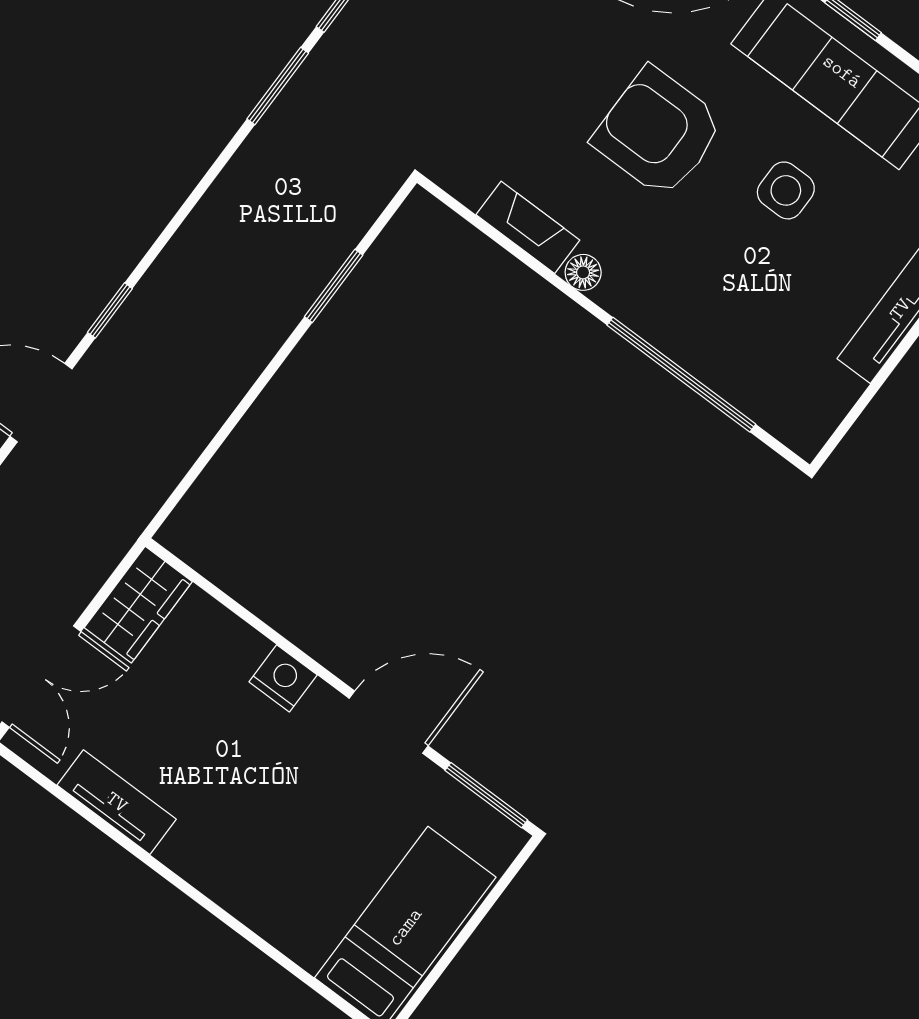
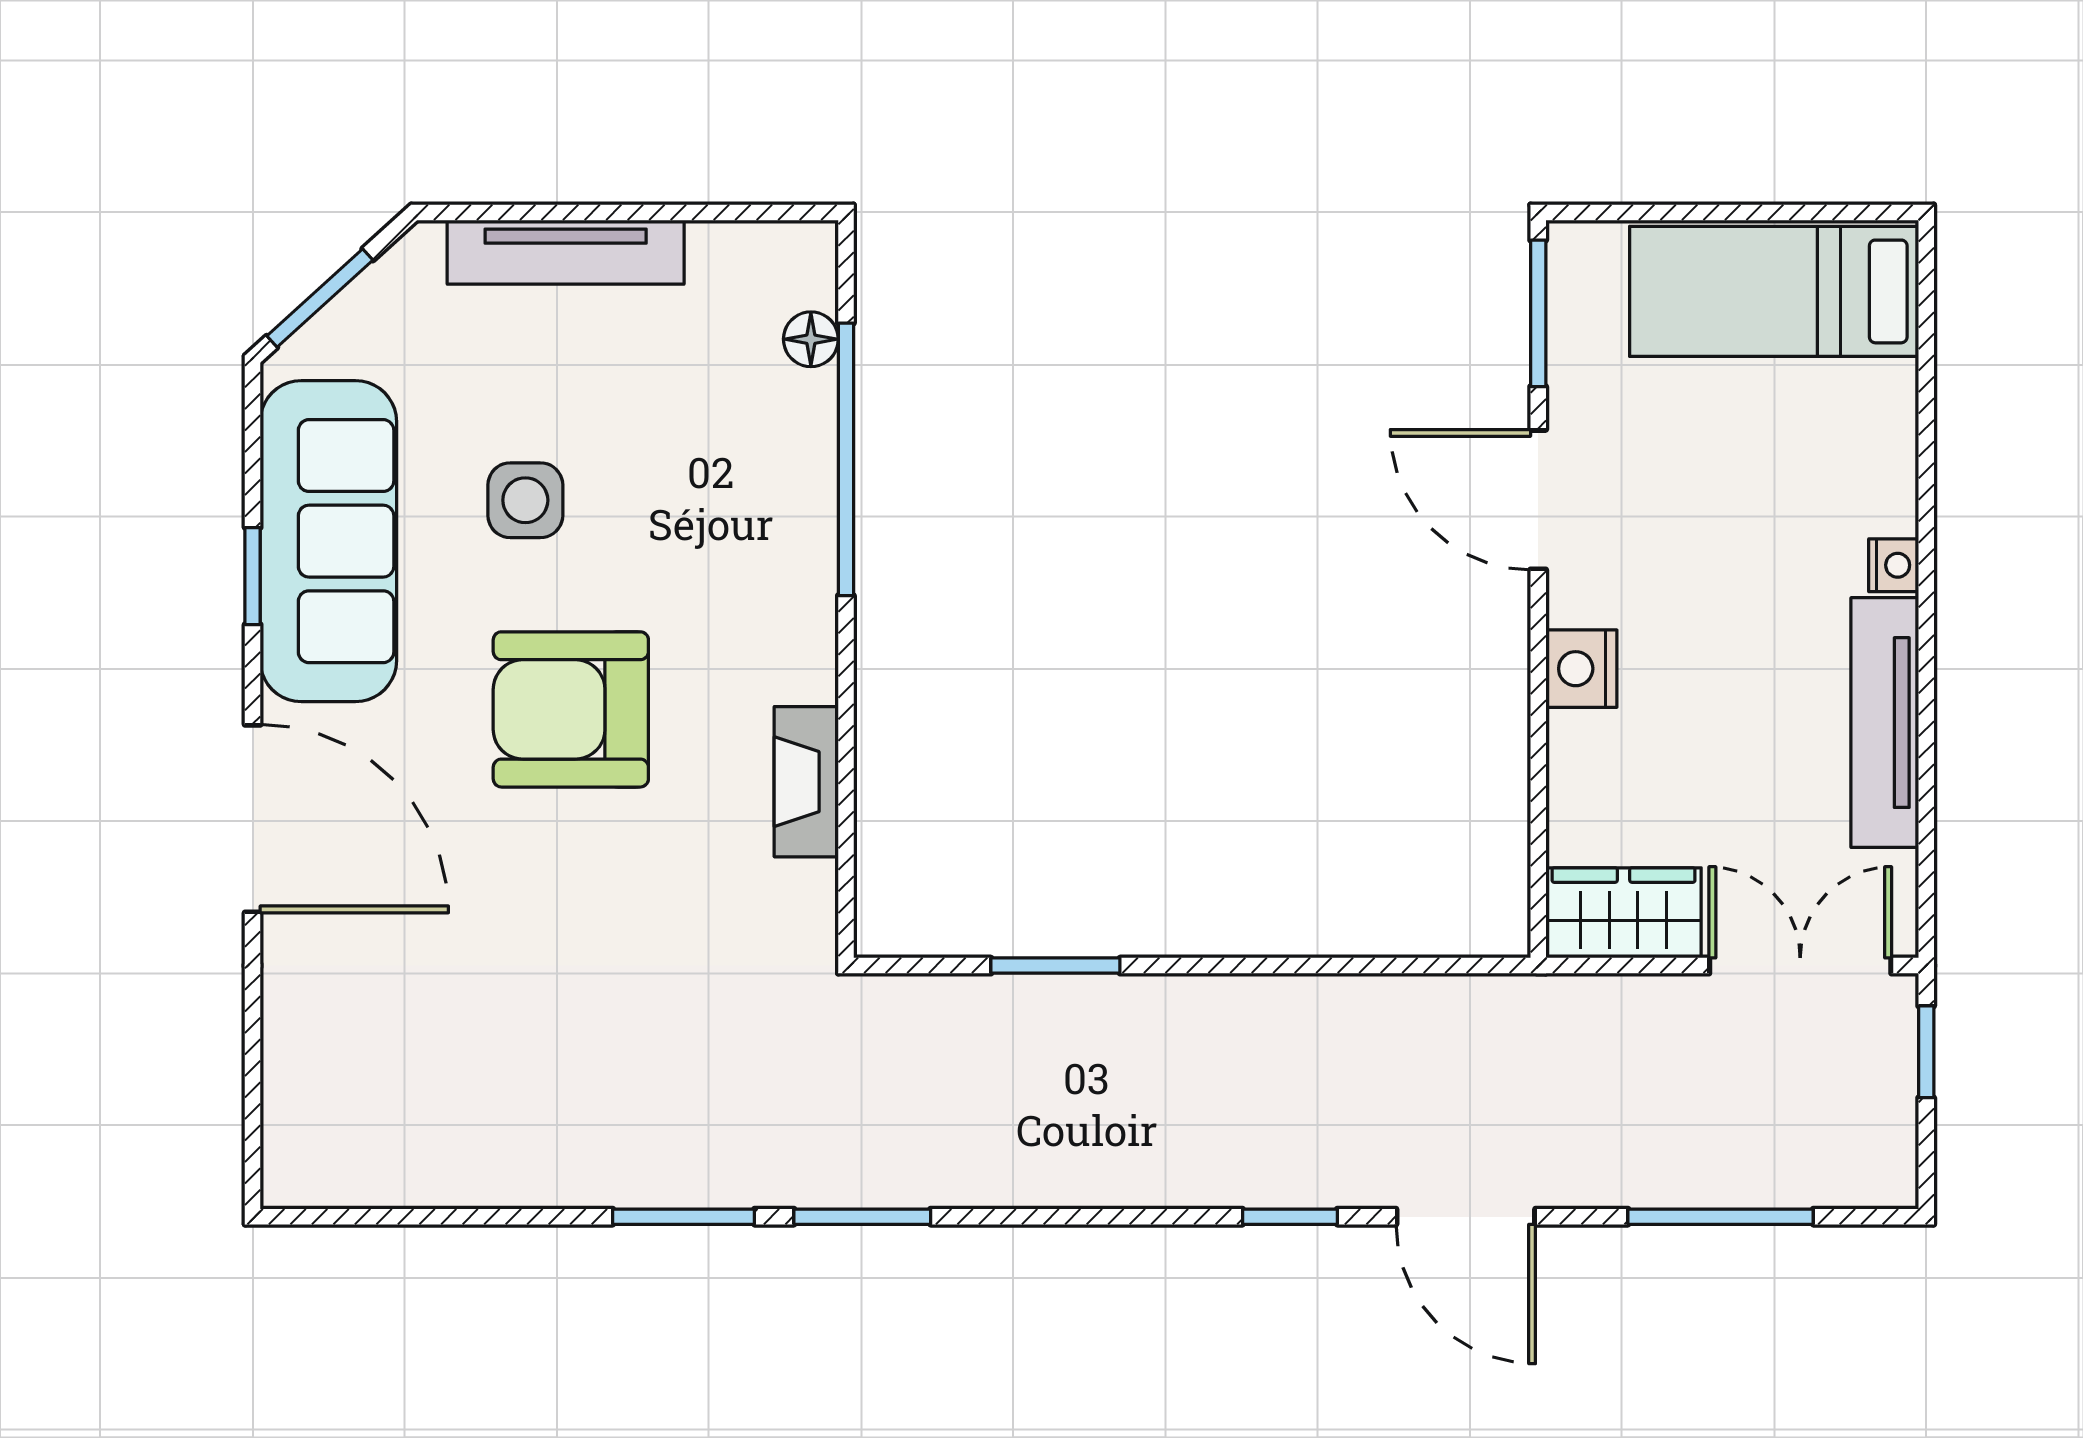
armchair: (658, 132) -> (571, 709), turned 90
floor lamp: (583, 272) -> (811, 339), moved
tv unit: (117, 802) -> (1885, 723), width x1.41
nightstand: (215, 883) -> (1894, 565), added

